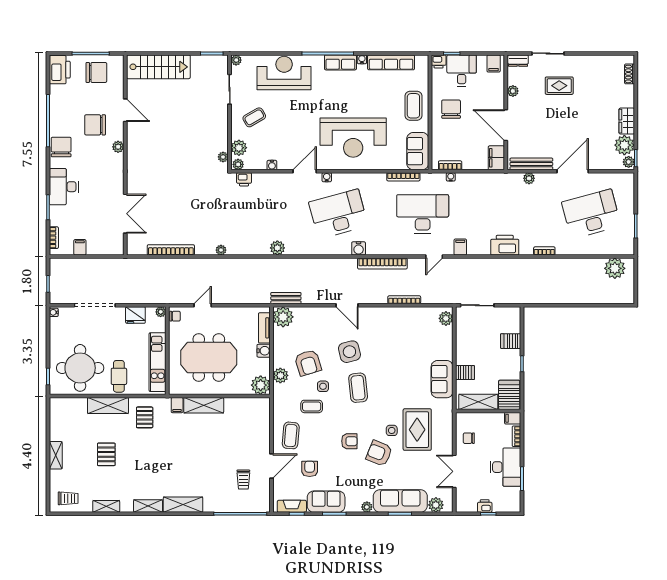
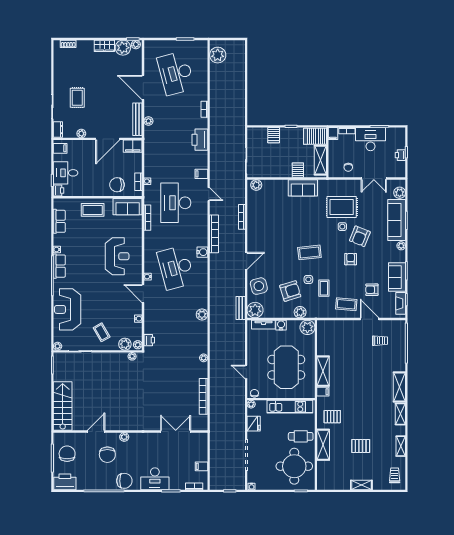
row of seats: (391, 62) -> (59, 221), width x0.68
chair: (451, 109) -> (117, 185), moved
reception desk: (353, 138) -> (117, 256), width x0.74, depth x0.77
chair: (61, 147) -> (124, 481), turned 180
side table: (349, 352) -> (259, 286), moved

